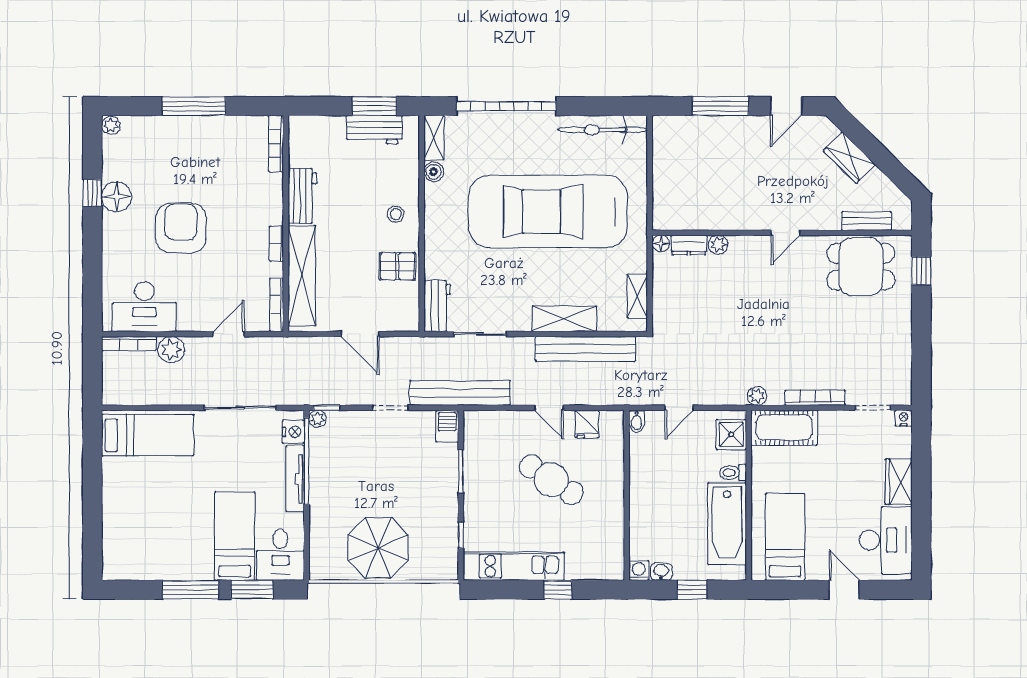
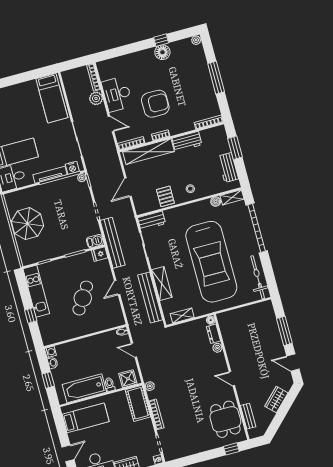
window: (374, 106) -> (235, 148), moved
car: (548, 212) -> (211, 262), turned 180
armchair: (181, 228) -> (155, 104), moved
desk: (144, 307) -> (117, 94), moved
fridge: (587, 424) -> (100, 254), moved

